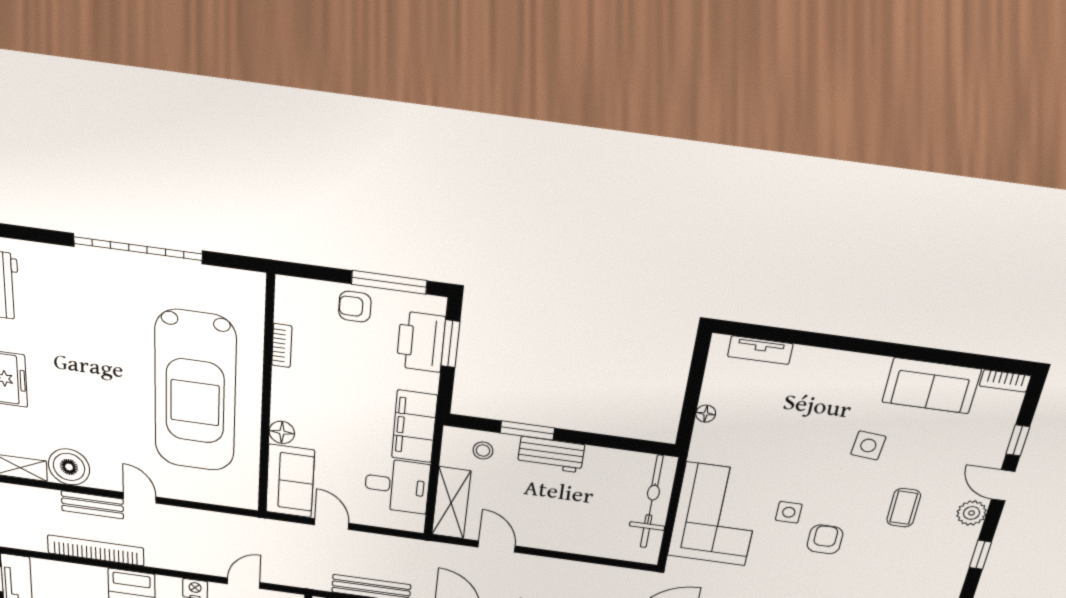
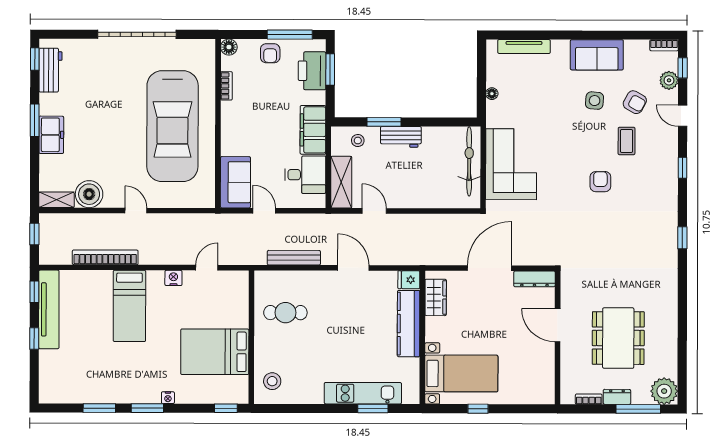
armchair: (355, 307) -> (270, 53), turned -90
tv unit: (760, 350) -> (524, 47), width x1.41
sofa: (931, 386) -> (597, 55), moved
floor lamp: (282, 432) -> (229, 47), moved
window: (1018, 440) -> (683, 68), moved
armchair: (932, 456) -> (635, 102), added
bench: (92, 505) -> (104, 221), removed
side table: (789, 512) -> (556, 155), removed
plant: (972, 513) -> (669, 80), moved
armchair: (825, 539) -> (600, 182), moved

